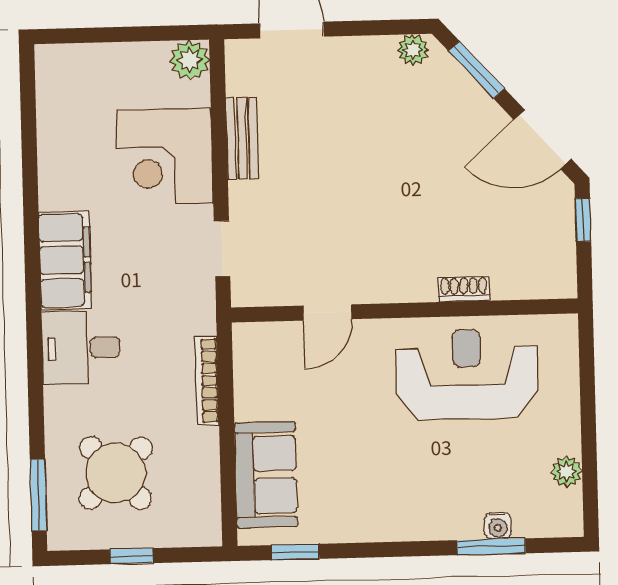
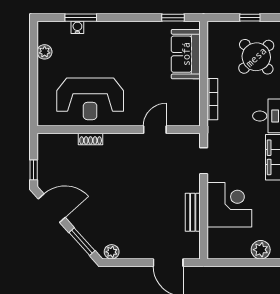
plant: (190, 60) -> (261, 250), moved

